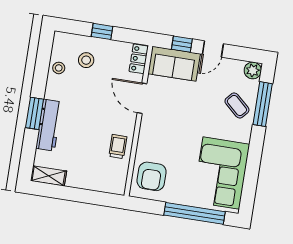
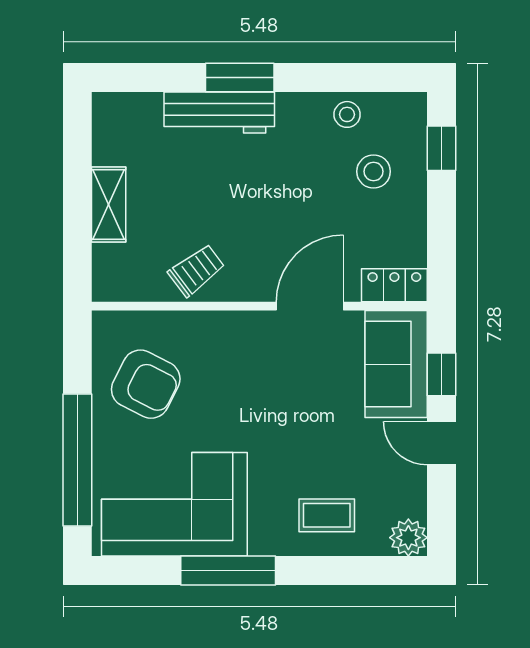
window: (102, 31) -> (441, 148), moved
window: (263, 104) -> (228, 571), moved
coffee table: (237, 106) -> (327, 515), turned 48
trolley: (118, 147) -> (196, 270), turned -37
shelving: (49, 176) -> (109, 204), moved
armchair: (152, 176) -> (146, 384), moved, turned -153

